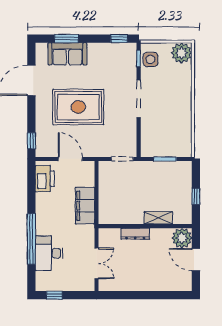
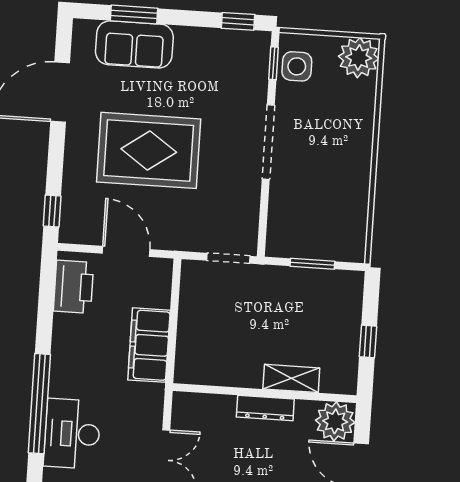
dresser: (135, 234) -> (265, 408), moved

